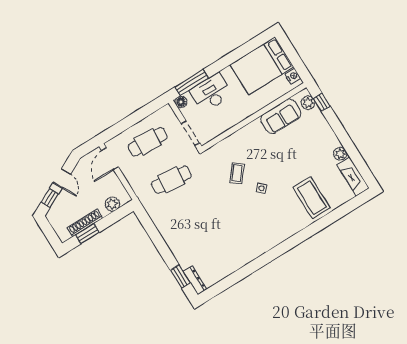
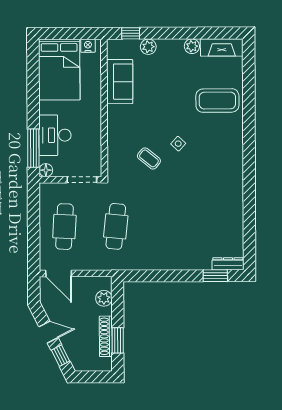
plant: (308, 103) -> (148, 47), moved

